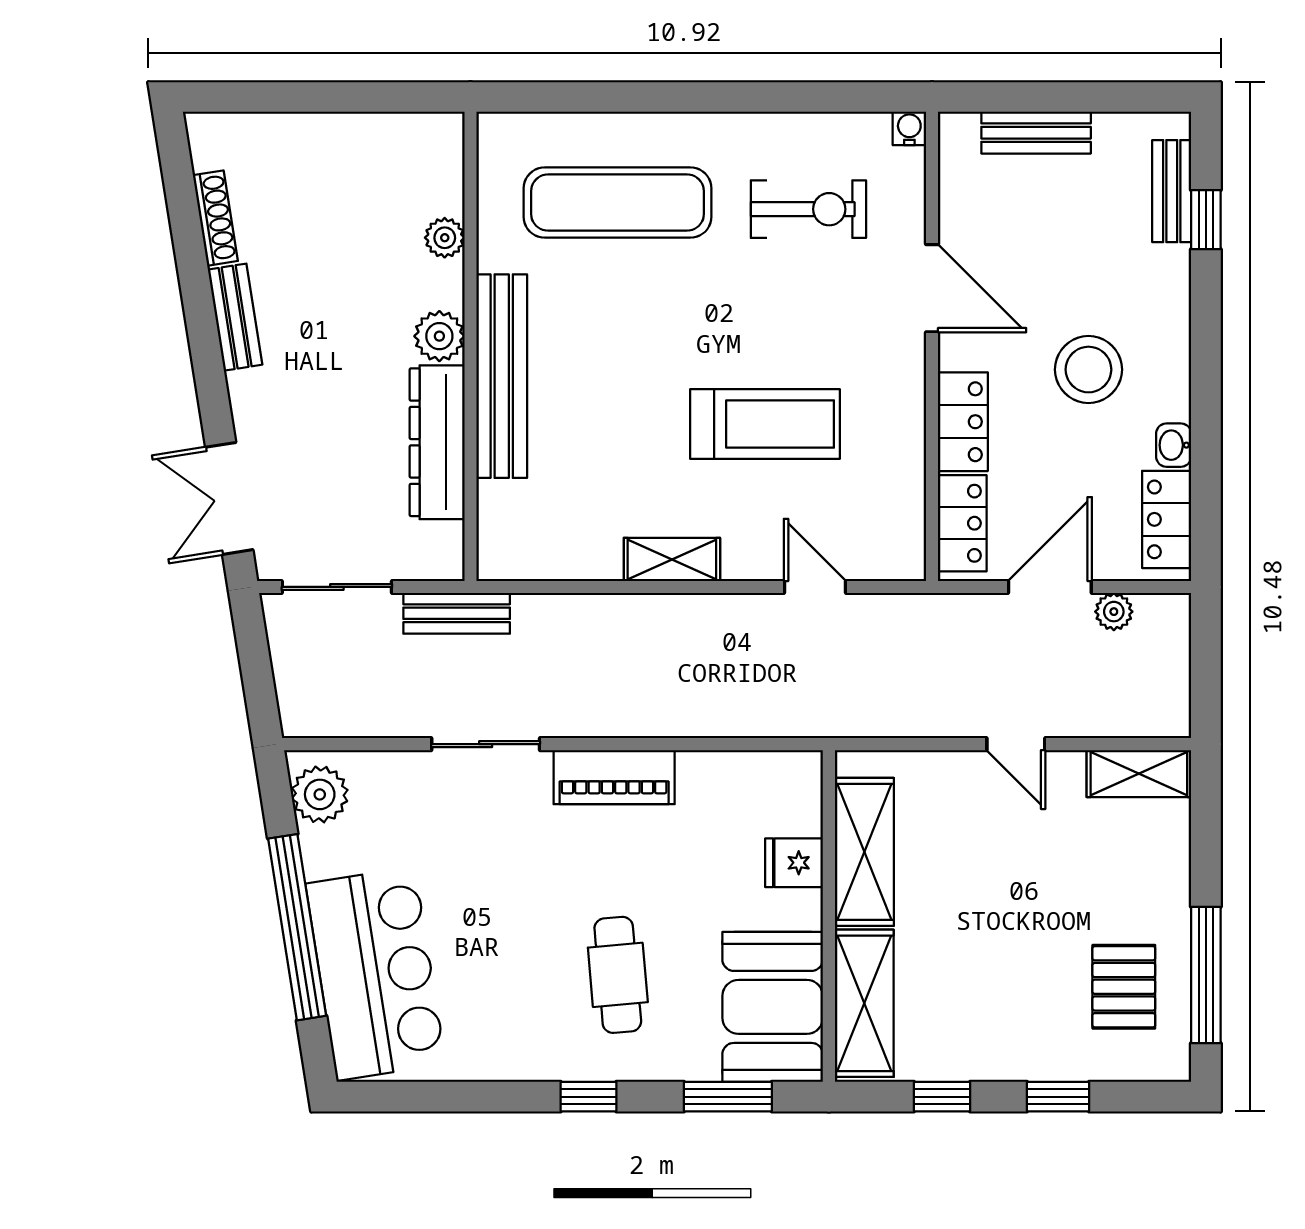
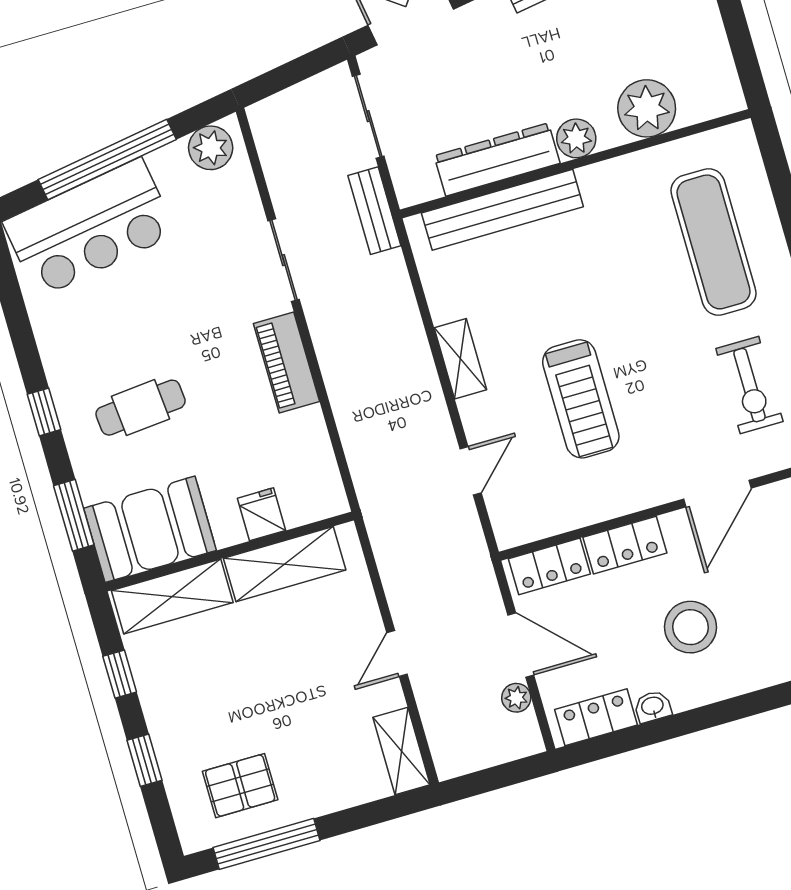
plant: (445, 238) -> (647, 108), width x1.87, depth x1.87
bench: (502, 376) -> (502, 210), moved

